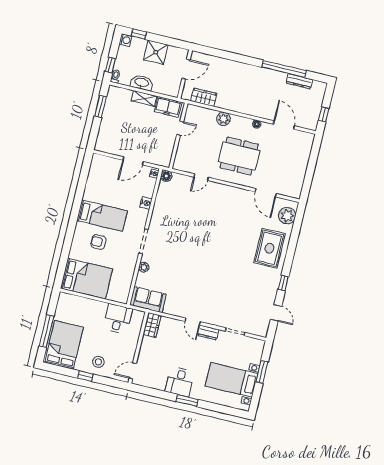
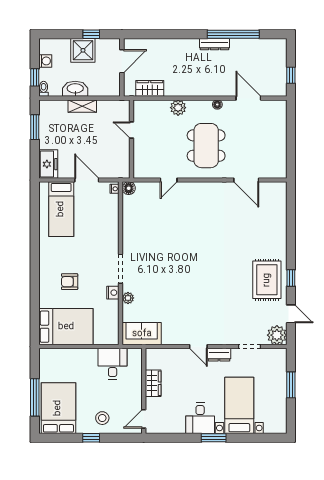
window: (139, 34) -> (91, 34), moved
washing machine: (126, 40) -> (45, 61), moved
dresser: (299, 81) -> (215, 44), moved
freezer: (168, 107) -> (48, 164), moved, turned -90
door: (180, 128) -> (131, 130), swing flipped
dining table: (239, 156) -> (206, 146), turned 90
door: (133, 161) -> (87, 180), swing flipped
nightstand: (146, 203) -> (113, 293), moved
bed: (102, 216) -> (61, 209), moved, turned 90
plant: (287, 216) -> (277, 335), moved
rug: (269, 248) -> (267, 280), moved
wardrobe: (152, 325) -> (153, 383), moved
bed with nightstands: (232, 380) -> (239, 405), moved, turned 90

